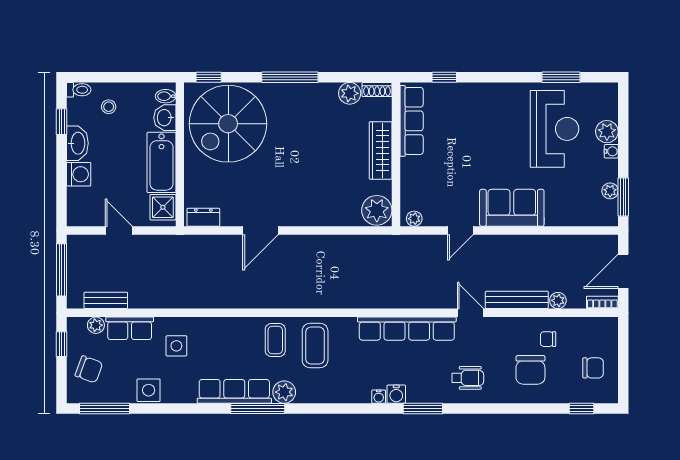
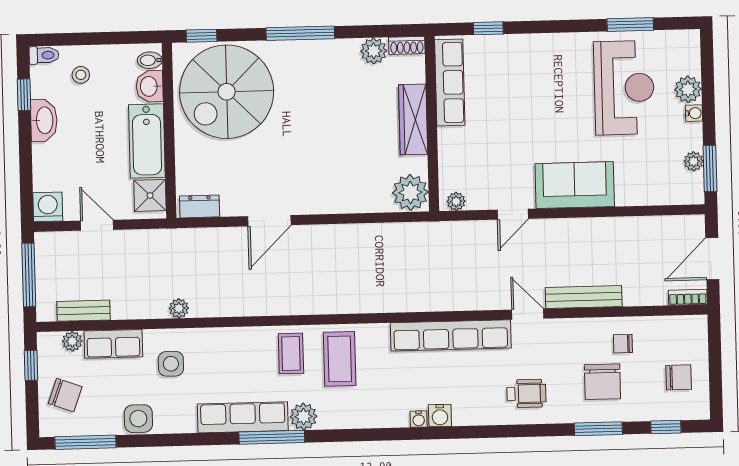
washing machine: (79, 174) -> (48, 207), moved, turned -90
plant: (558, 300) -> (179, 308), moved
window: (423, 408) -> (598, 429), moved

